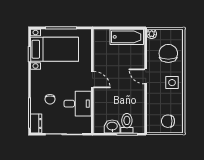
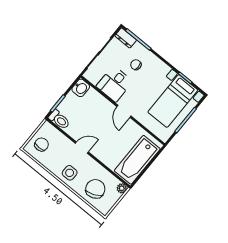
bathtub: (127, 37) -> (137, 160), width x1.36, depth x1.36
chair: (168, 53) -> (95, 189), turned -113
door: (146, 76) -> (82, 148), moved
door: (92, 80) -> (124, 111), hinge flipped
toilet: (127, 123) -> (59, 120), moved
washbasin: (112, 126) -> (81, 88), moved

